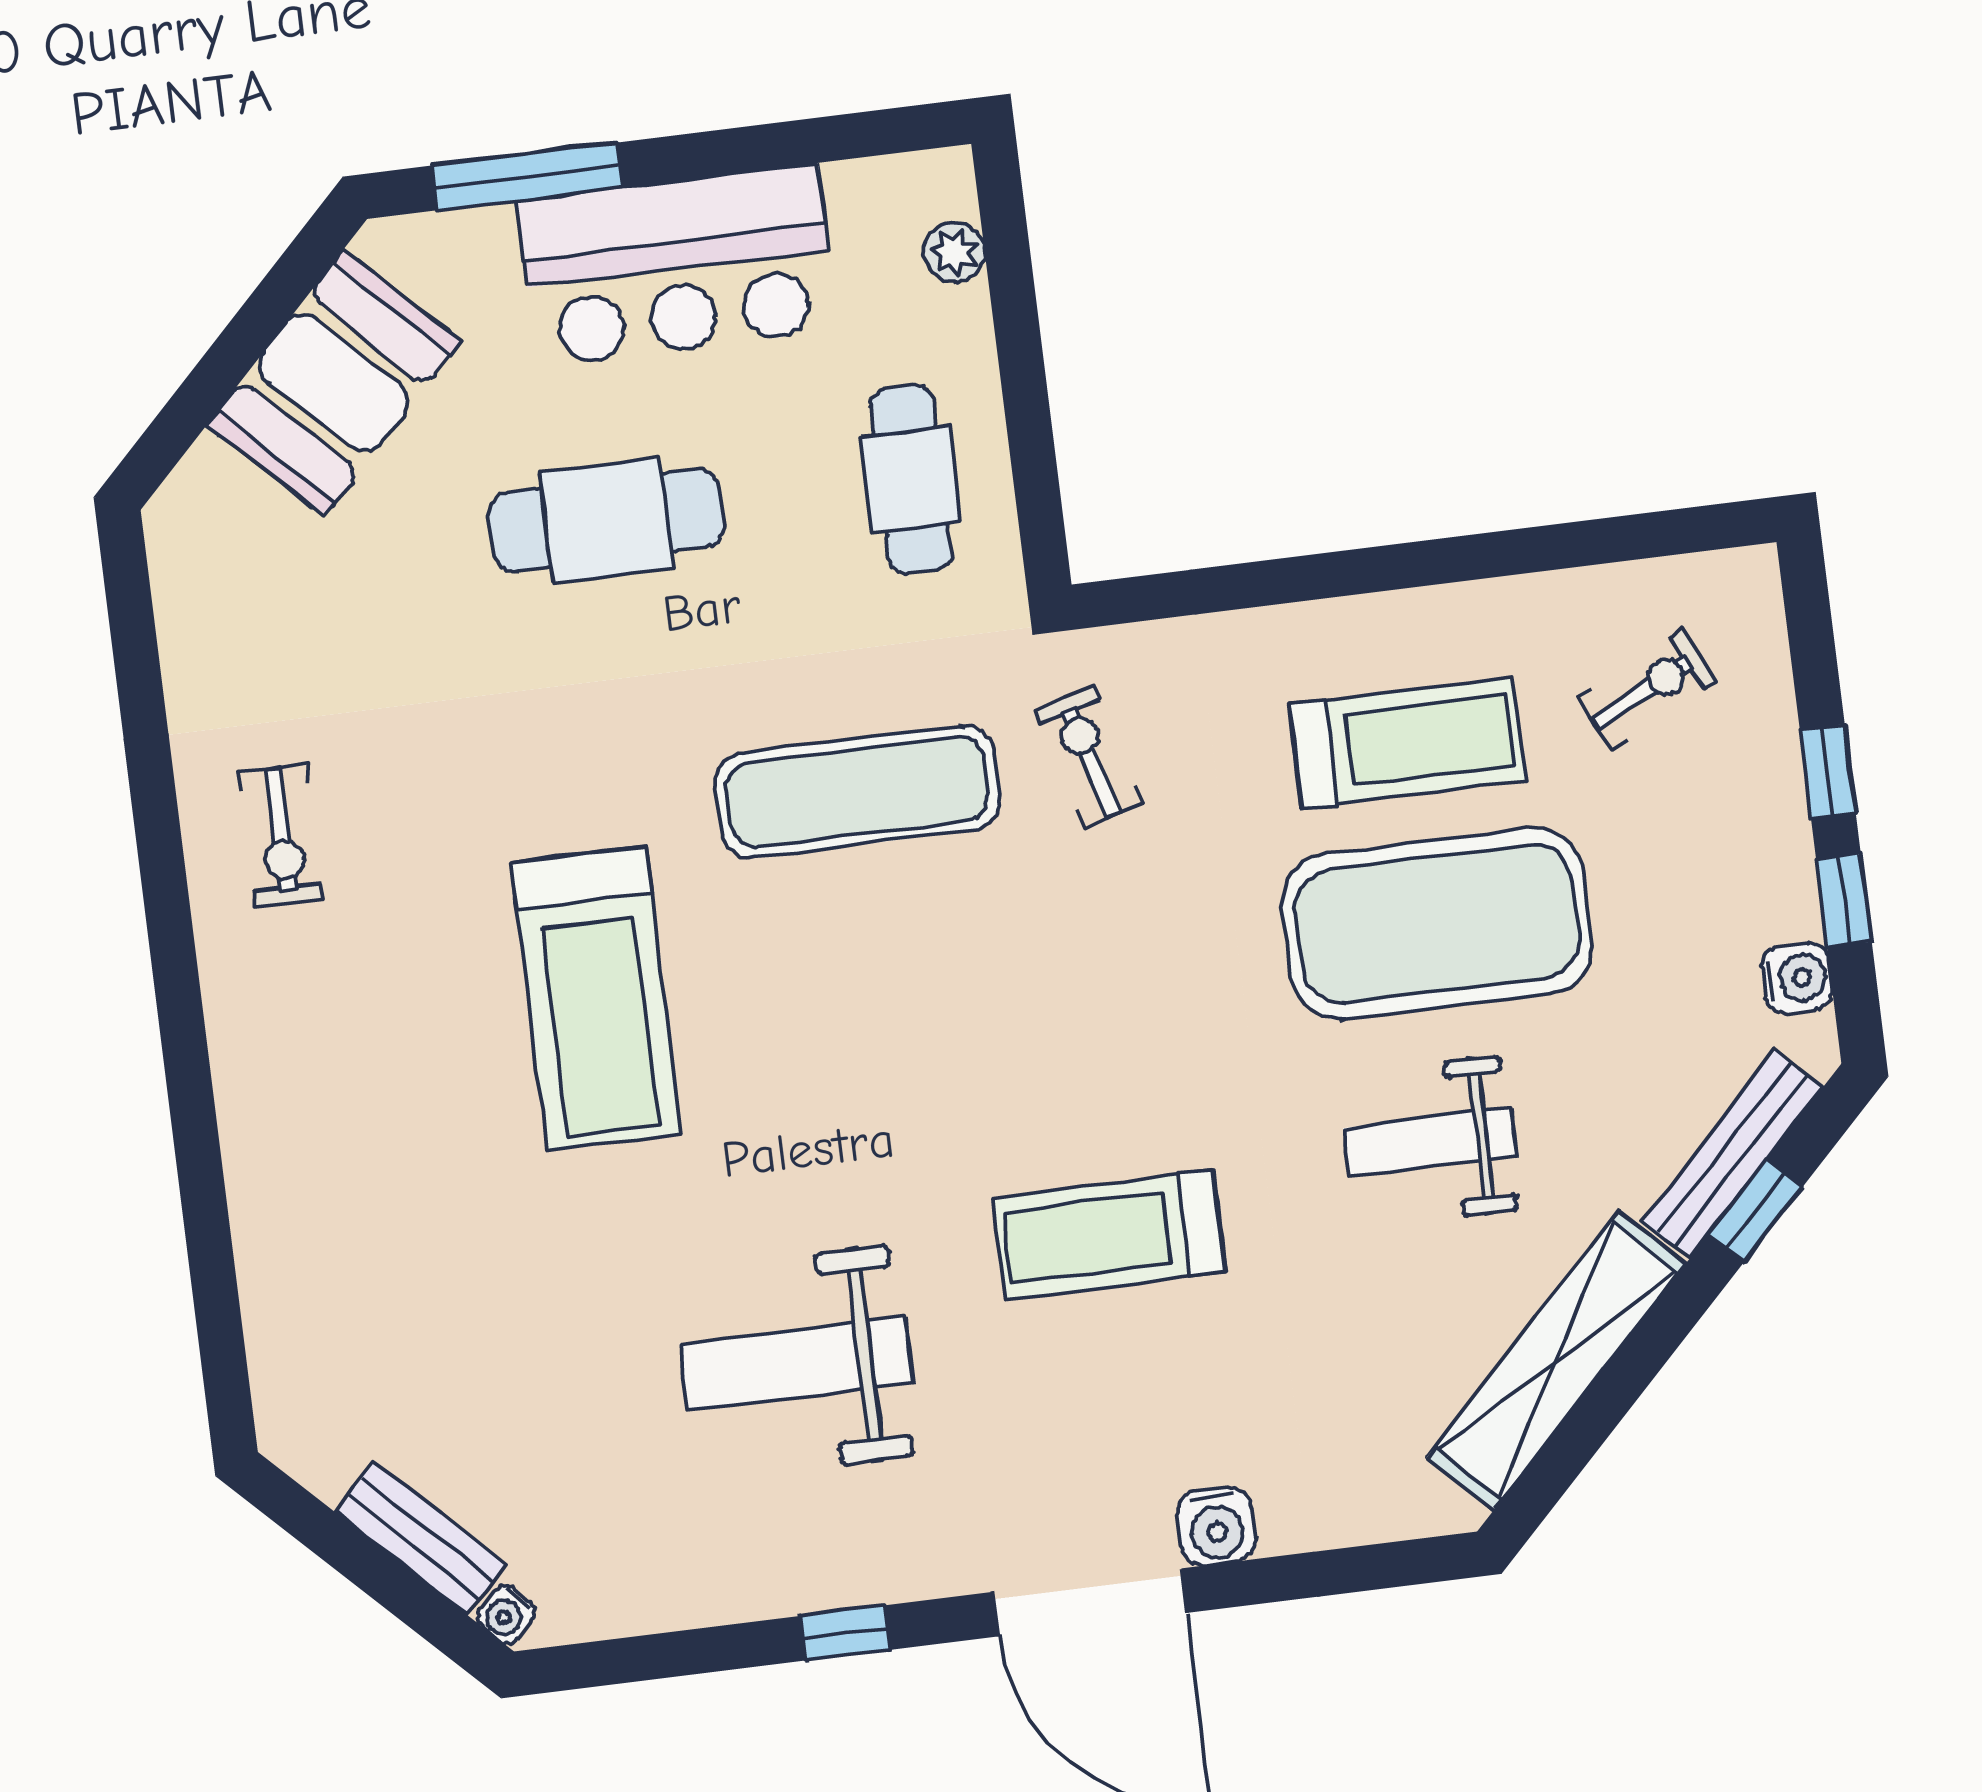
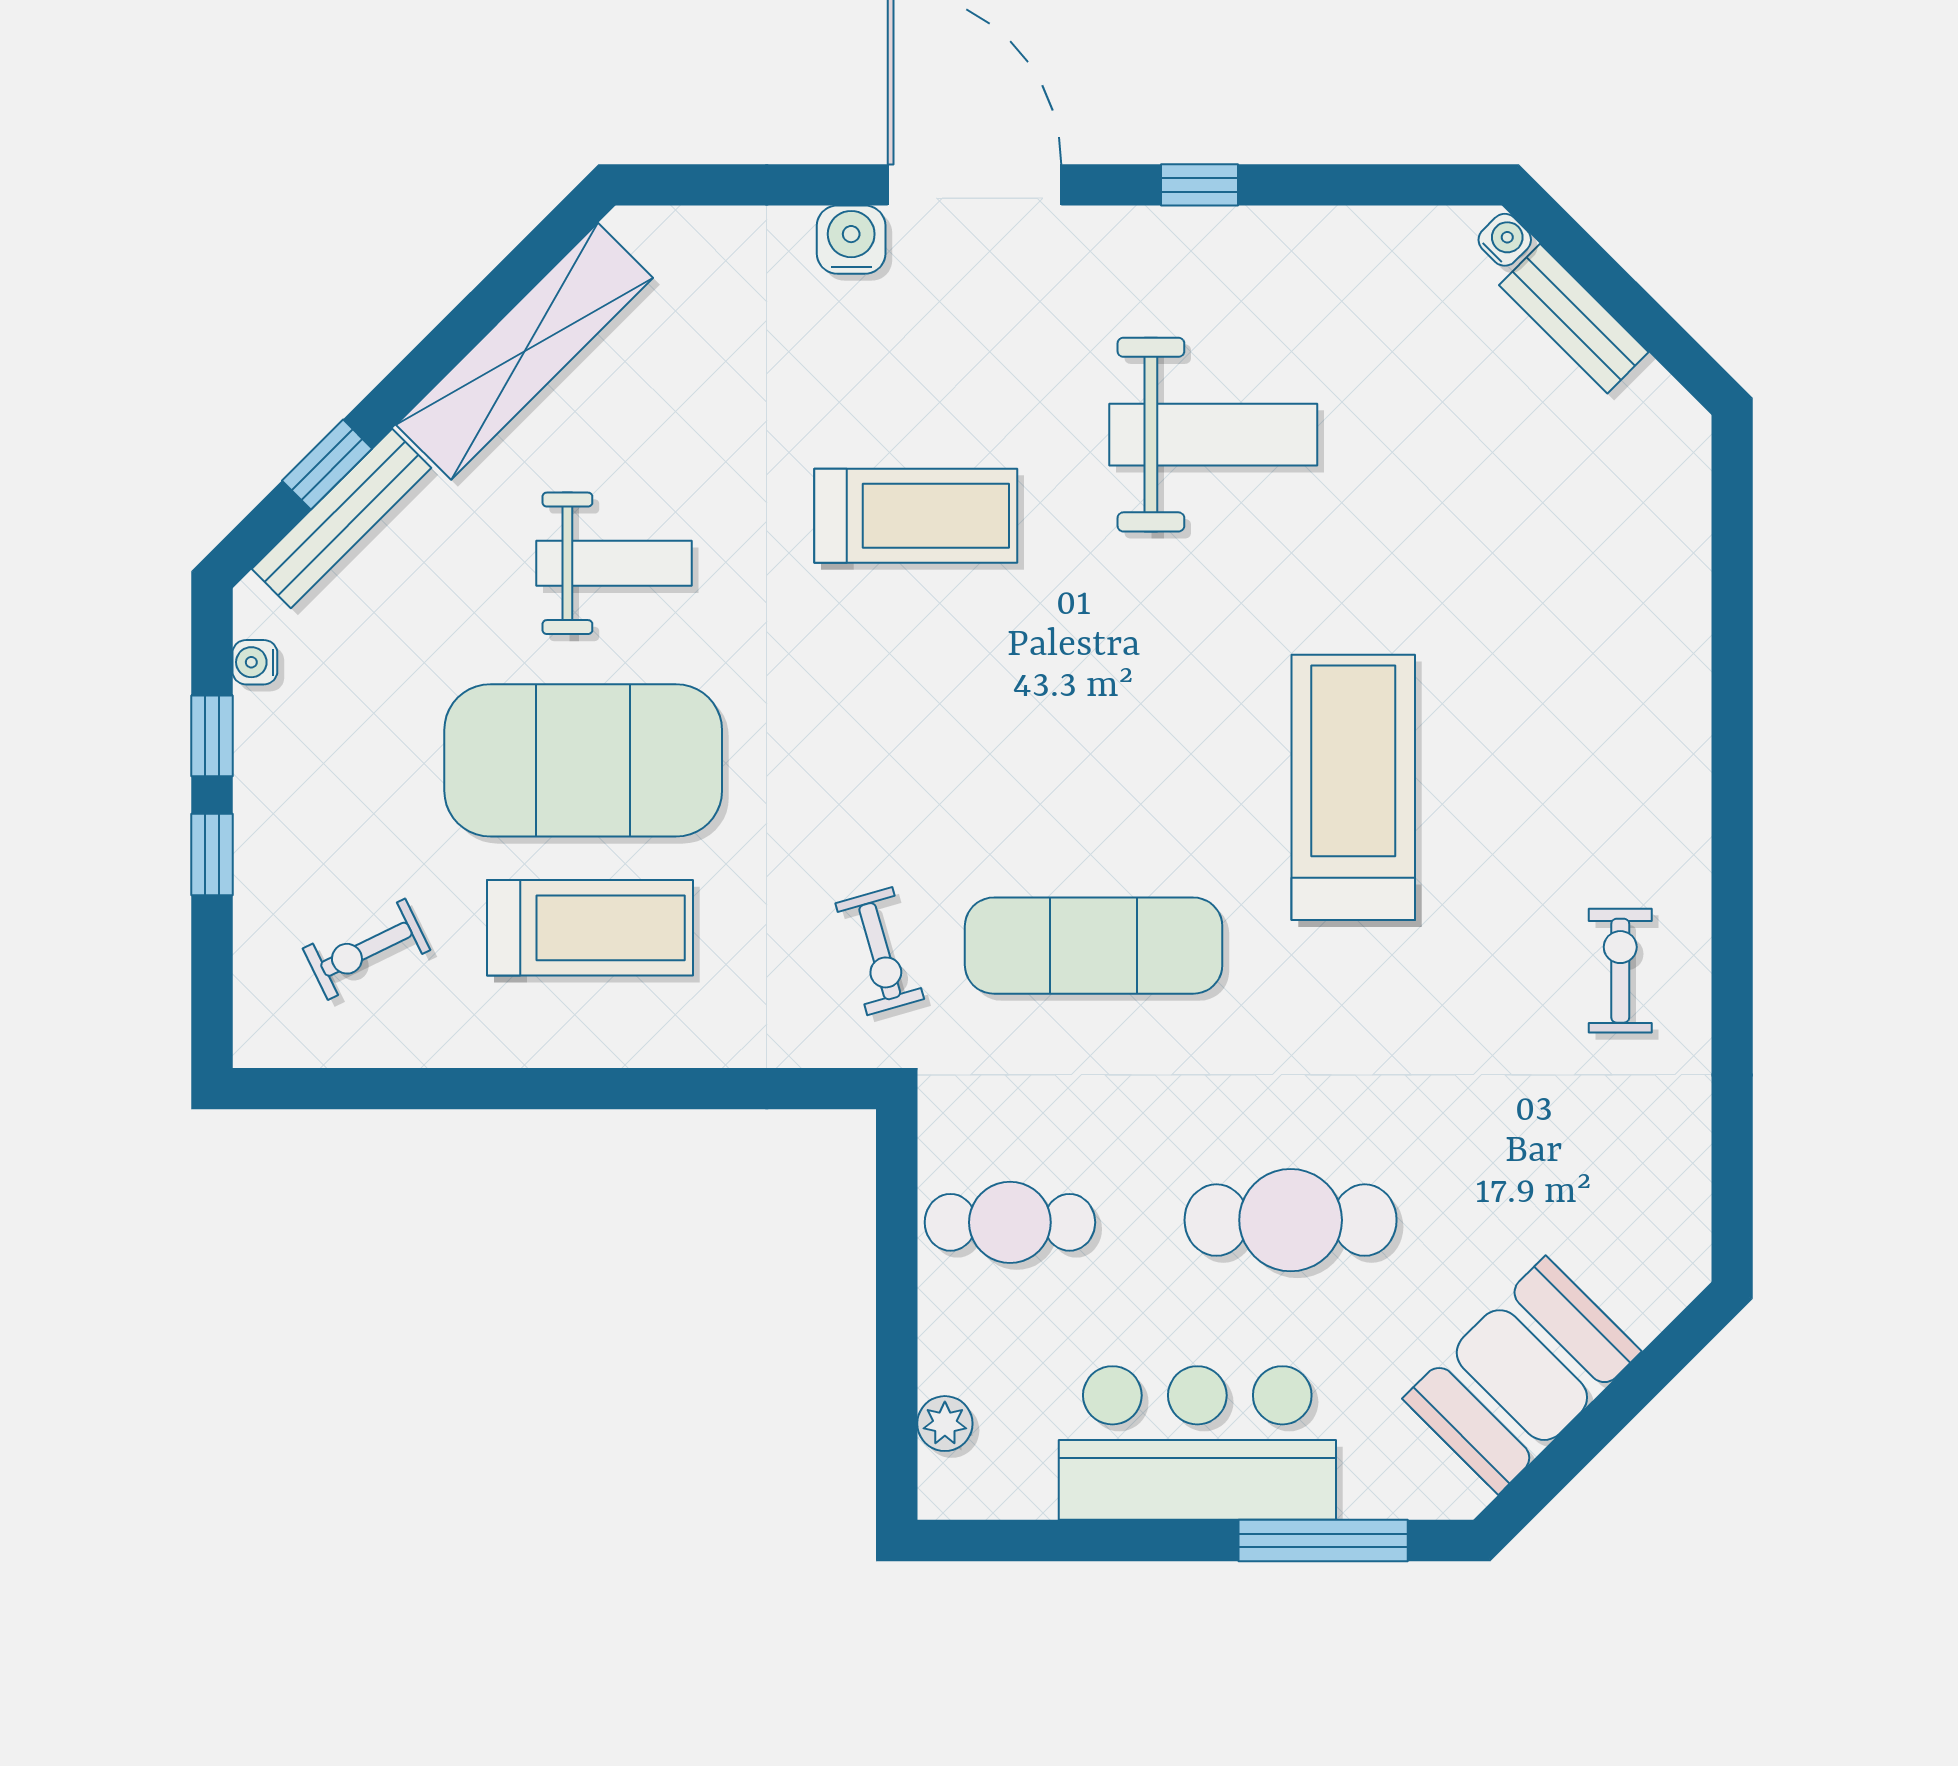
cafe table: (911, 480) -> (1010, 1222), turned 90
treadmill: (1407, 743) -> (590, 928), turned 180
water cooler: (1797, 978) -> (255, 662), width x0.72, depth x0.72

